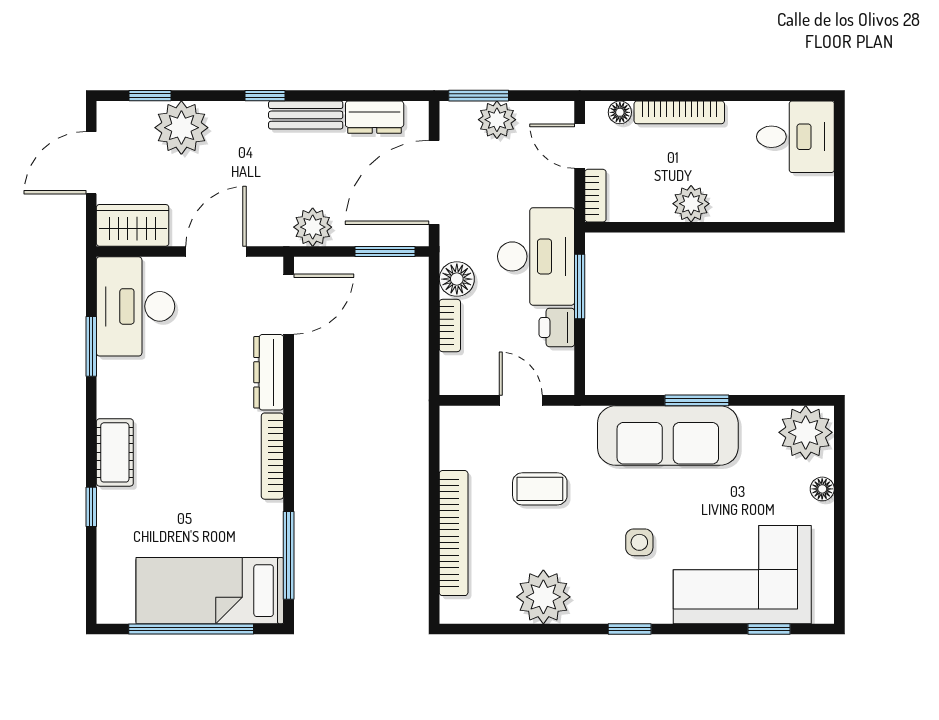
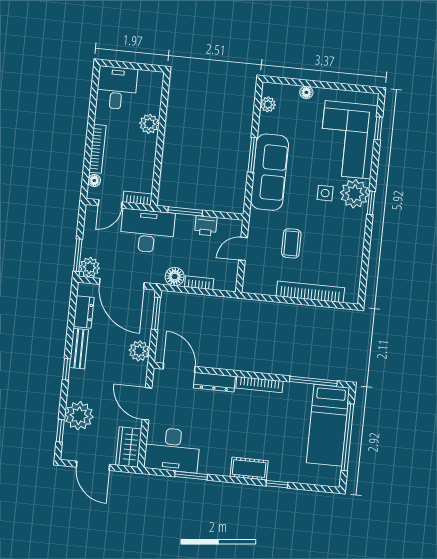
plant: (497, 120) -> (90, 267), moved
plant: (691, 204) -> (149, 124), moved
desk: (536, 256) -> (147, 231), moved
plant: (806, 432) -> (268, 104), width x0.53, depth x0.53
plant: (543, 597) -> (355, 194), moved

